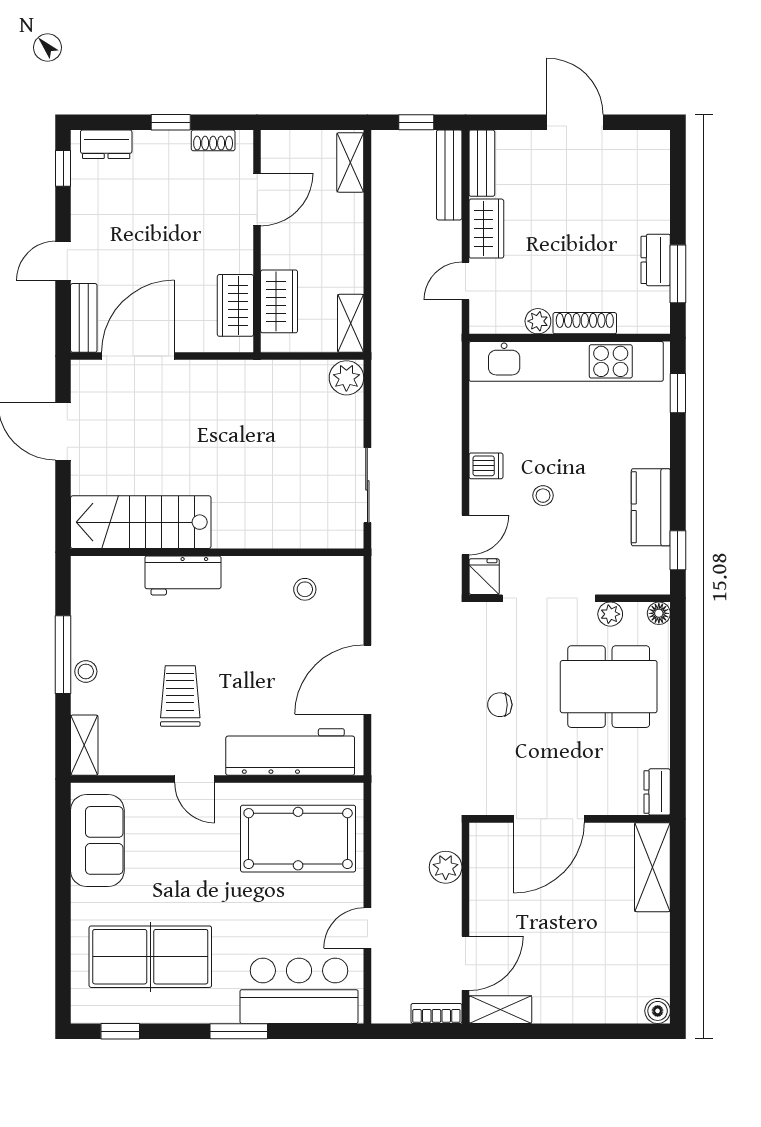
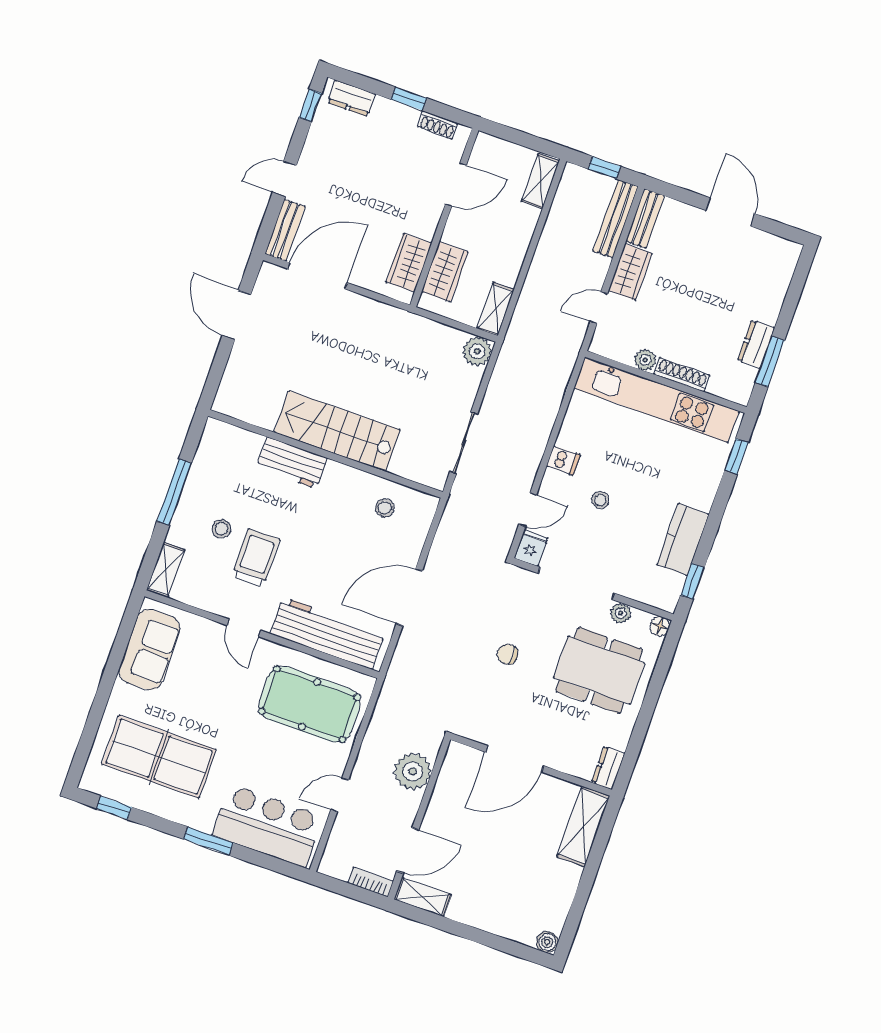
stairs: (141, 522) -> (337, 431), moved
stool: (86, 671) -> (221, 529), moved
plant: (446, 867) -> (413, 771), width x1.36, depth x1.36

